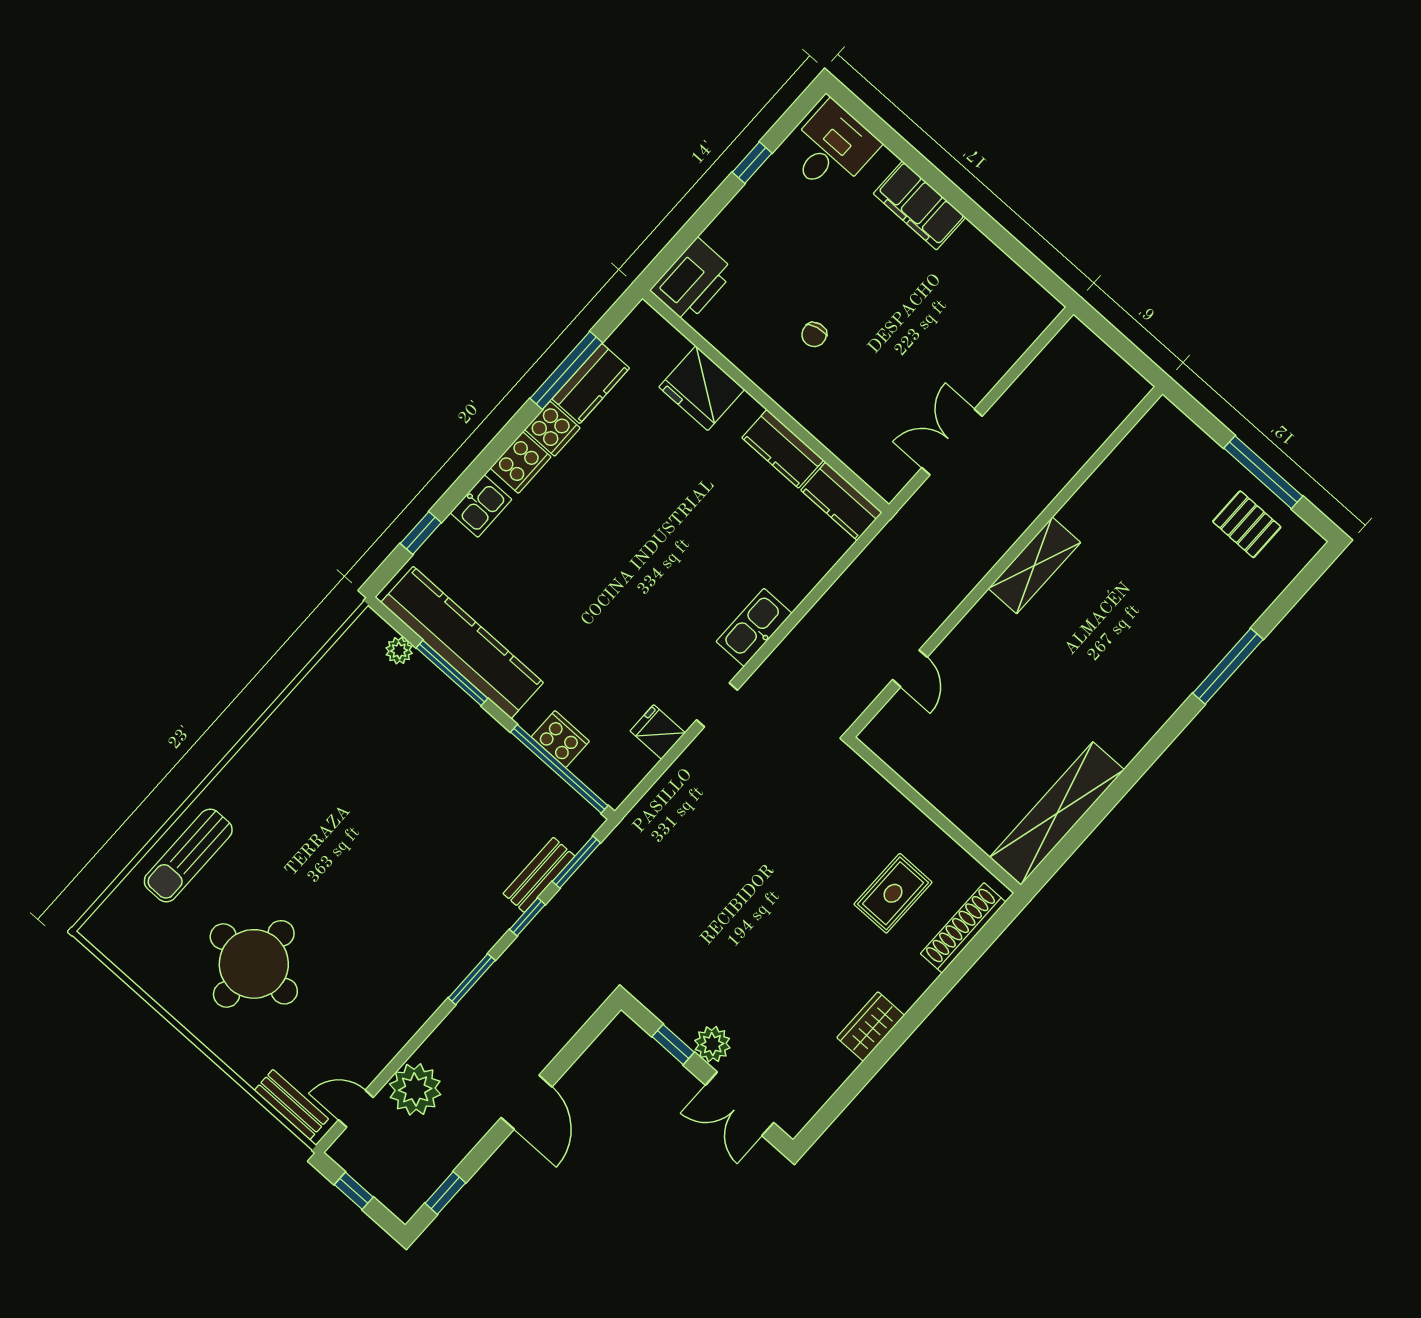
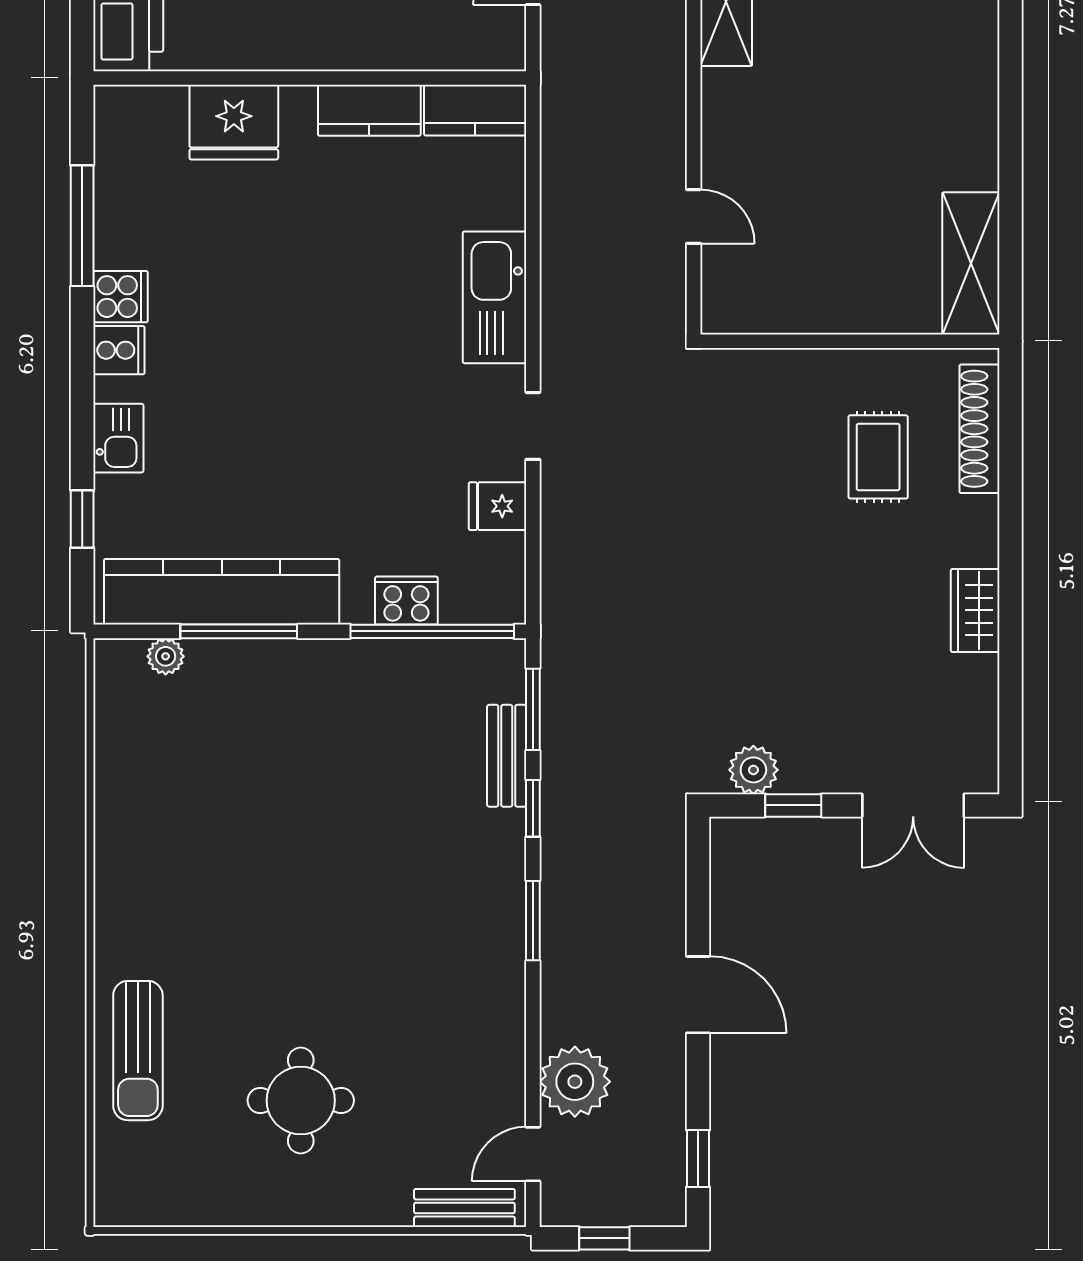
kitchen counter: (591, 384) -> (118, 217), removed
cooker: (521, 463) -> (119, 350), width x0.73
kitchen sink: (754, 627) -> (495, 297), width x1.36, depth x1.24
shelving: (1057, 813) -> (971, 263), width x0.68
round table: (254, 964) -> (301, 1101), width x0.73, depth x0.73
plant: (712, 1044) -> (753, 770), moved

